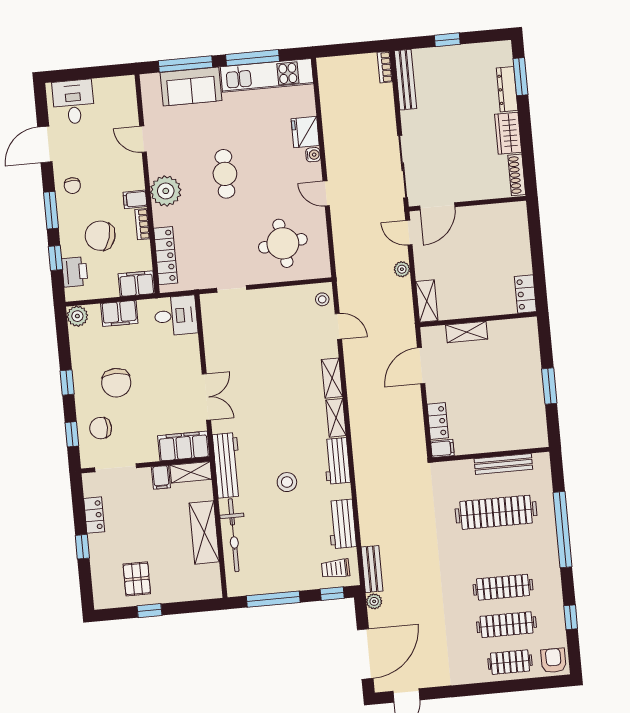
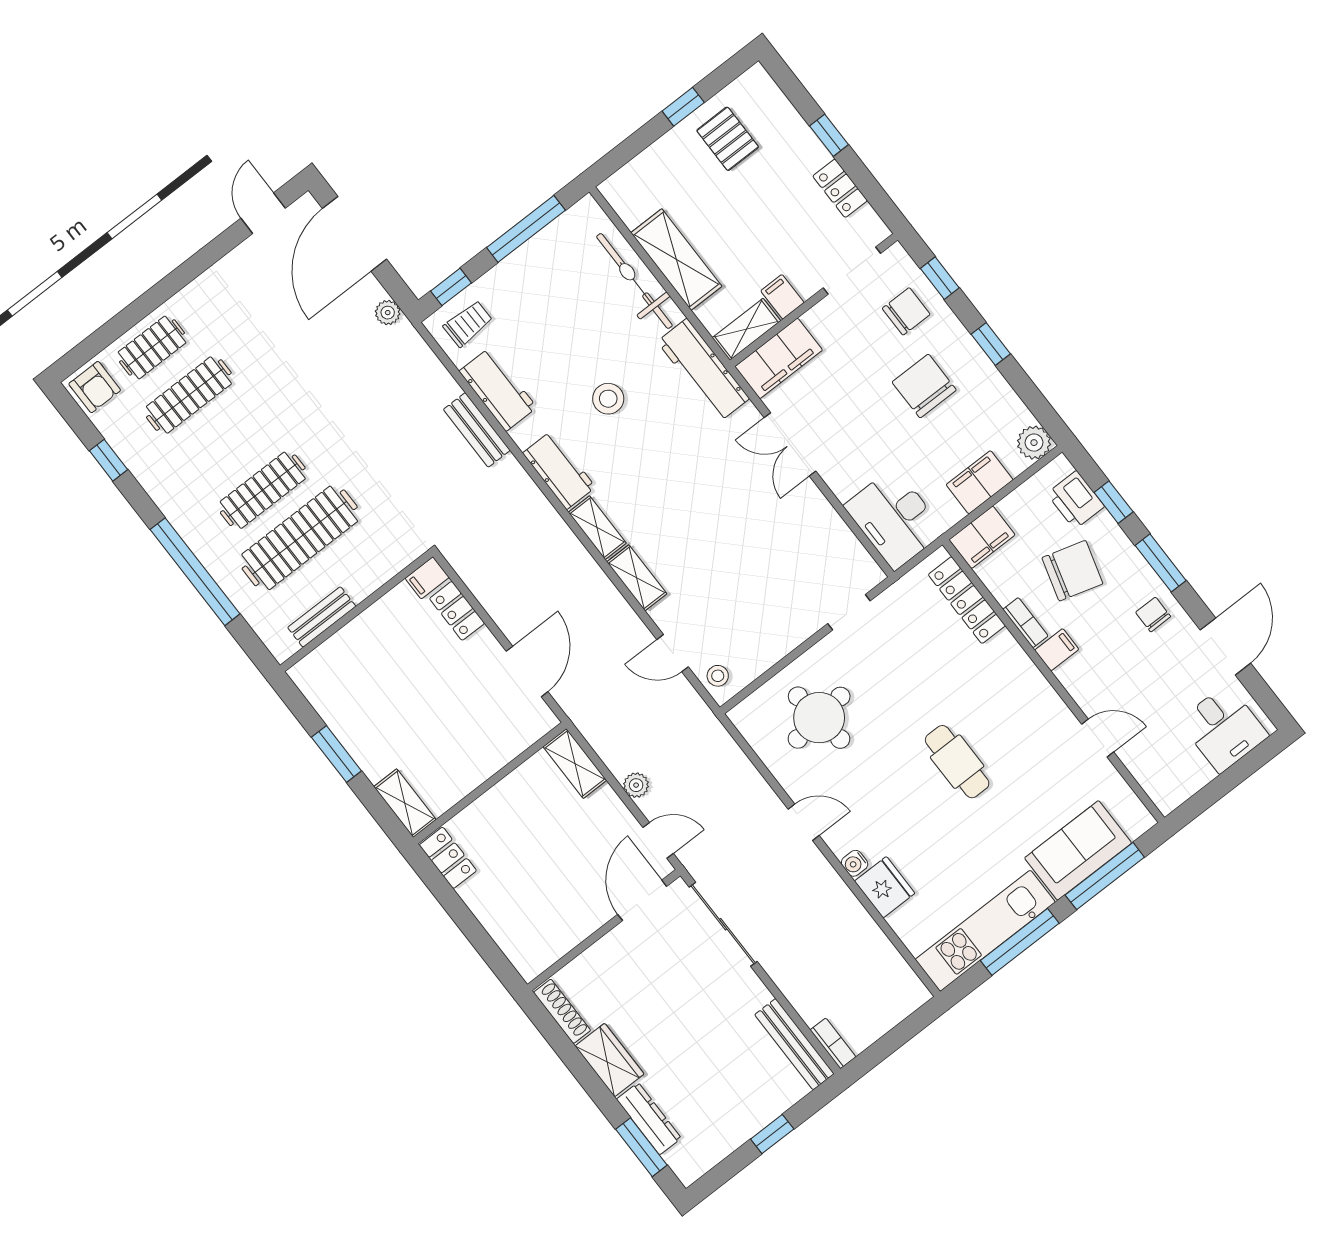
plant: (166, 191) -> (1022, 688), removed
desk: (176, 316) -> (894, 519), width x1.37
shelving: (467, 332) -> (405, 803), moved, turned 90
bench: (503, 464) -> (322, 617), width x0.73
bench: (372, 569) -> (477, 430), moved
clothes rail: (503, 587) -> (263, 490), moved

